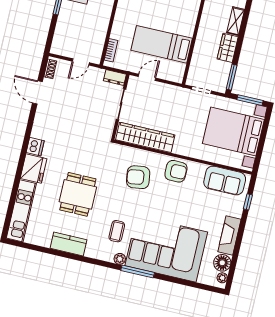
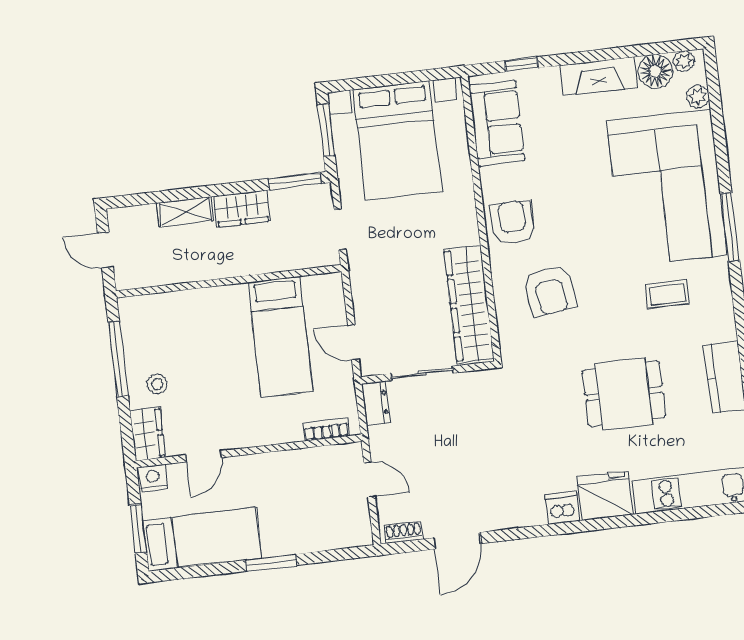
plant: (120, 259) -> (698, 96), moved

